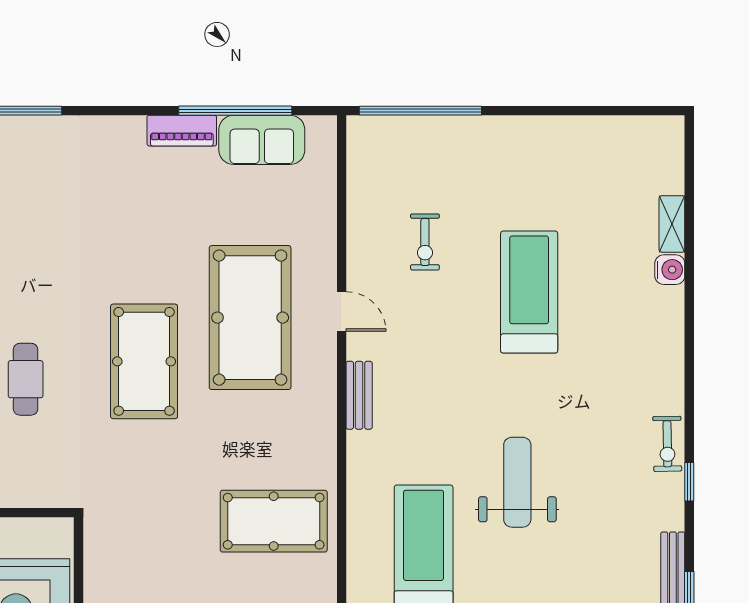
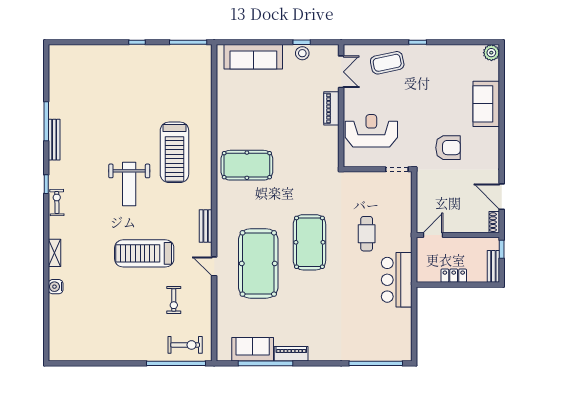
exercise bike: (402, 149) -> (185, 345), added
shelving: (672, 224) -> (55, 253), moved
exercise bike: (425, 242) -> (174, 300), turned 180
treadmill: (529, 292) -> (144, 253), moved, turned 90

